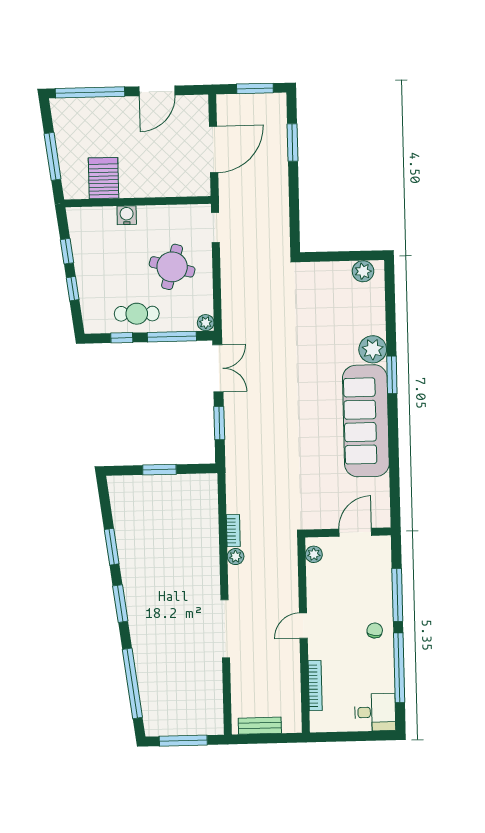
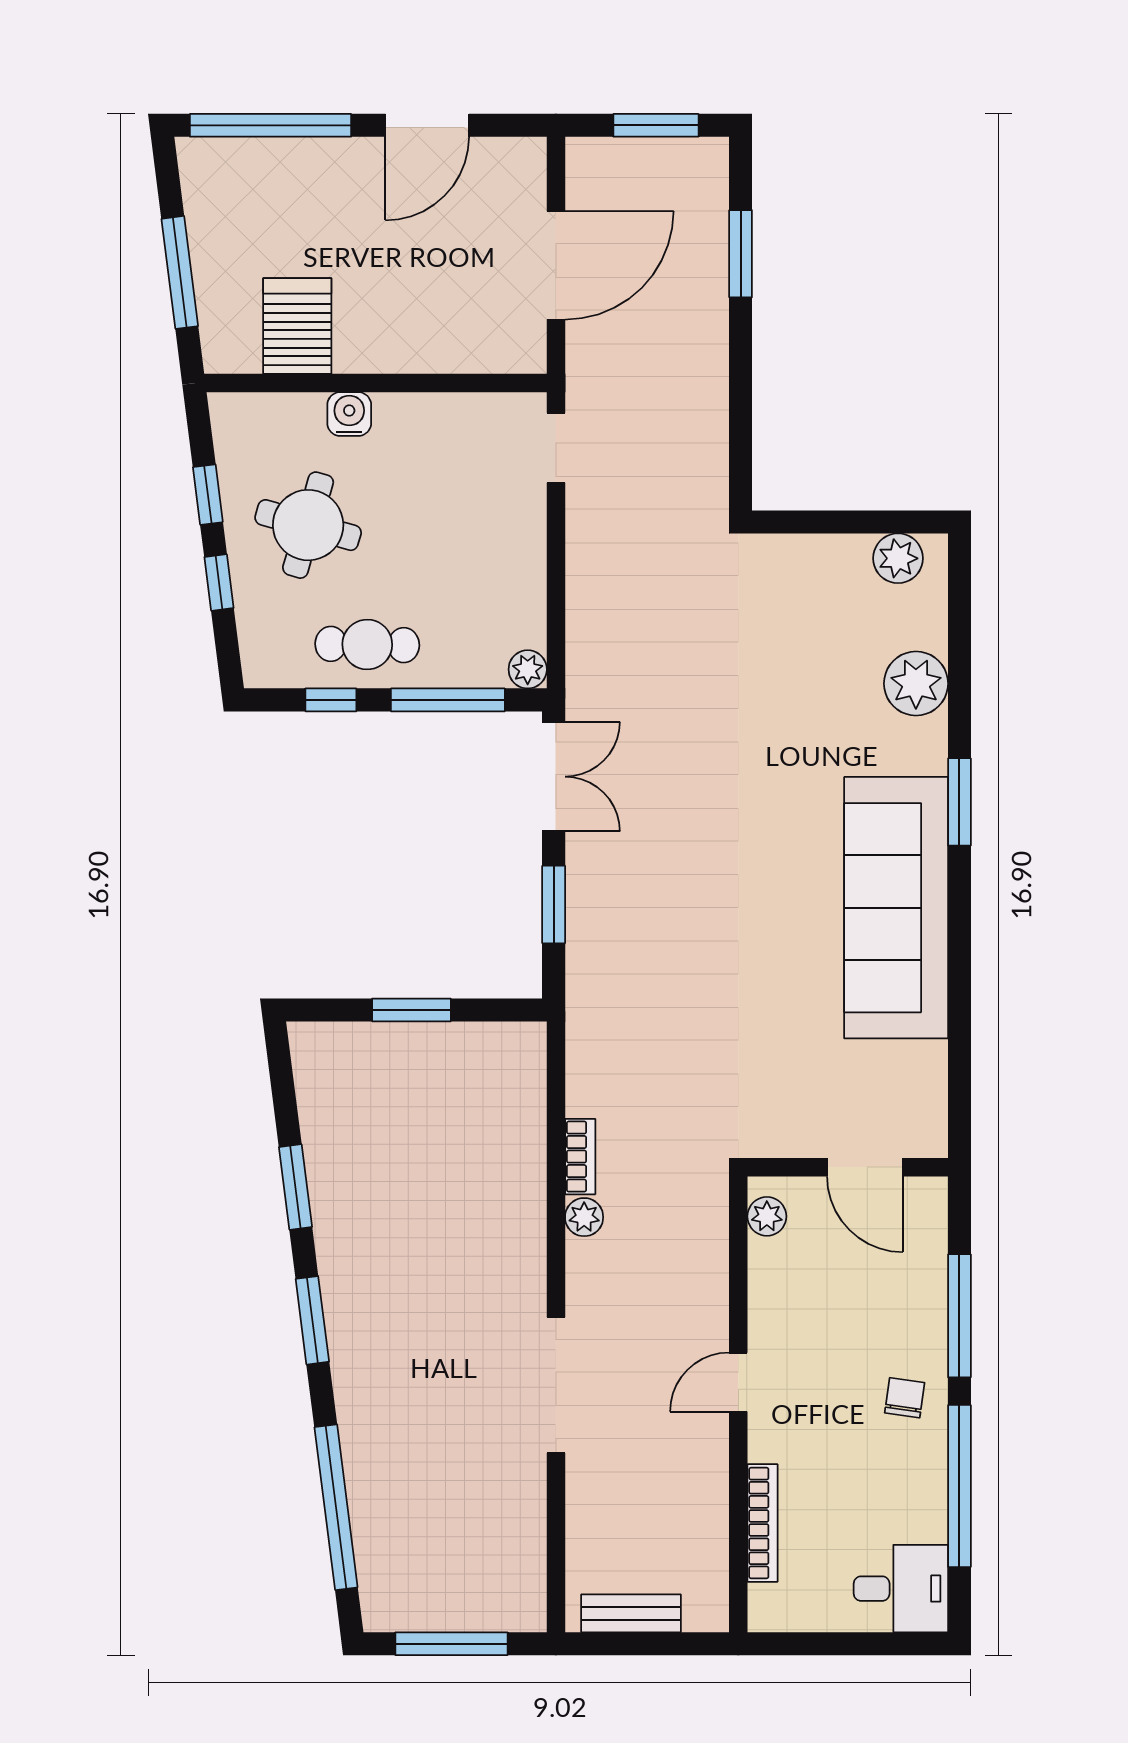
round table: (172, 267) -> (308, 525), moved
plant: (373, 349) -> (916, 684), moved
door: (355, 532) -> (865, 1167), swing flipped

